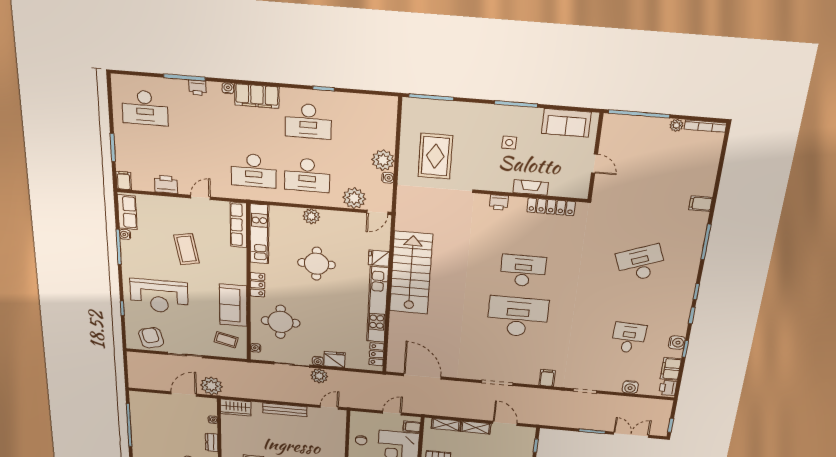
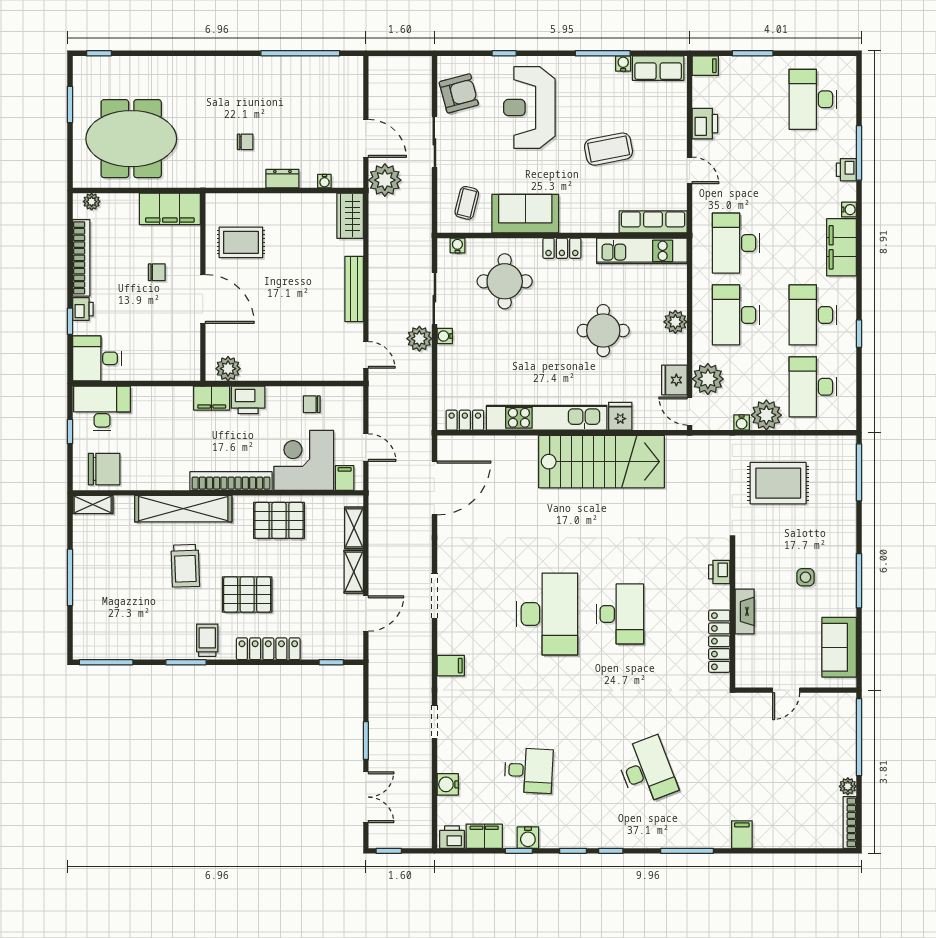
desk: (363, 126) -> (813, 387), added
fridge: (334, 359) -> (674, 380), moved, turned 180

